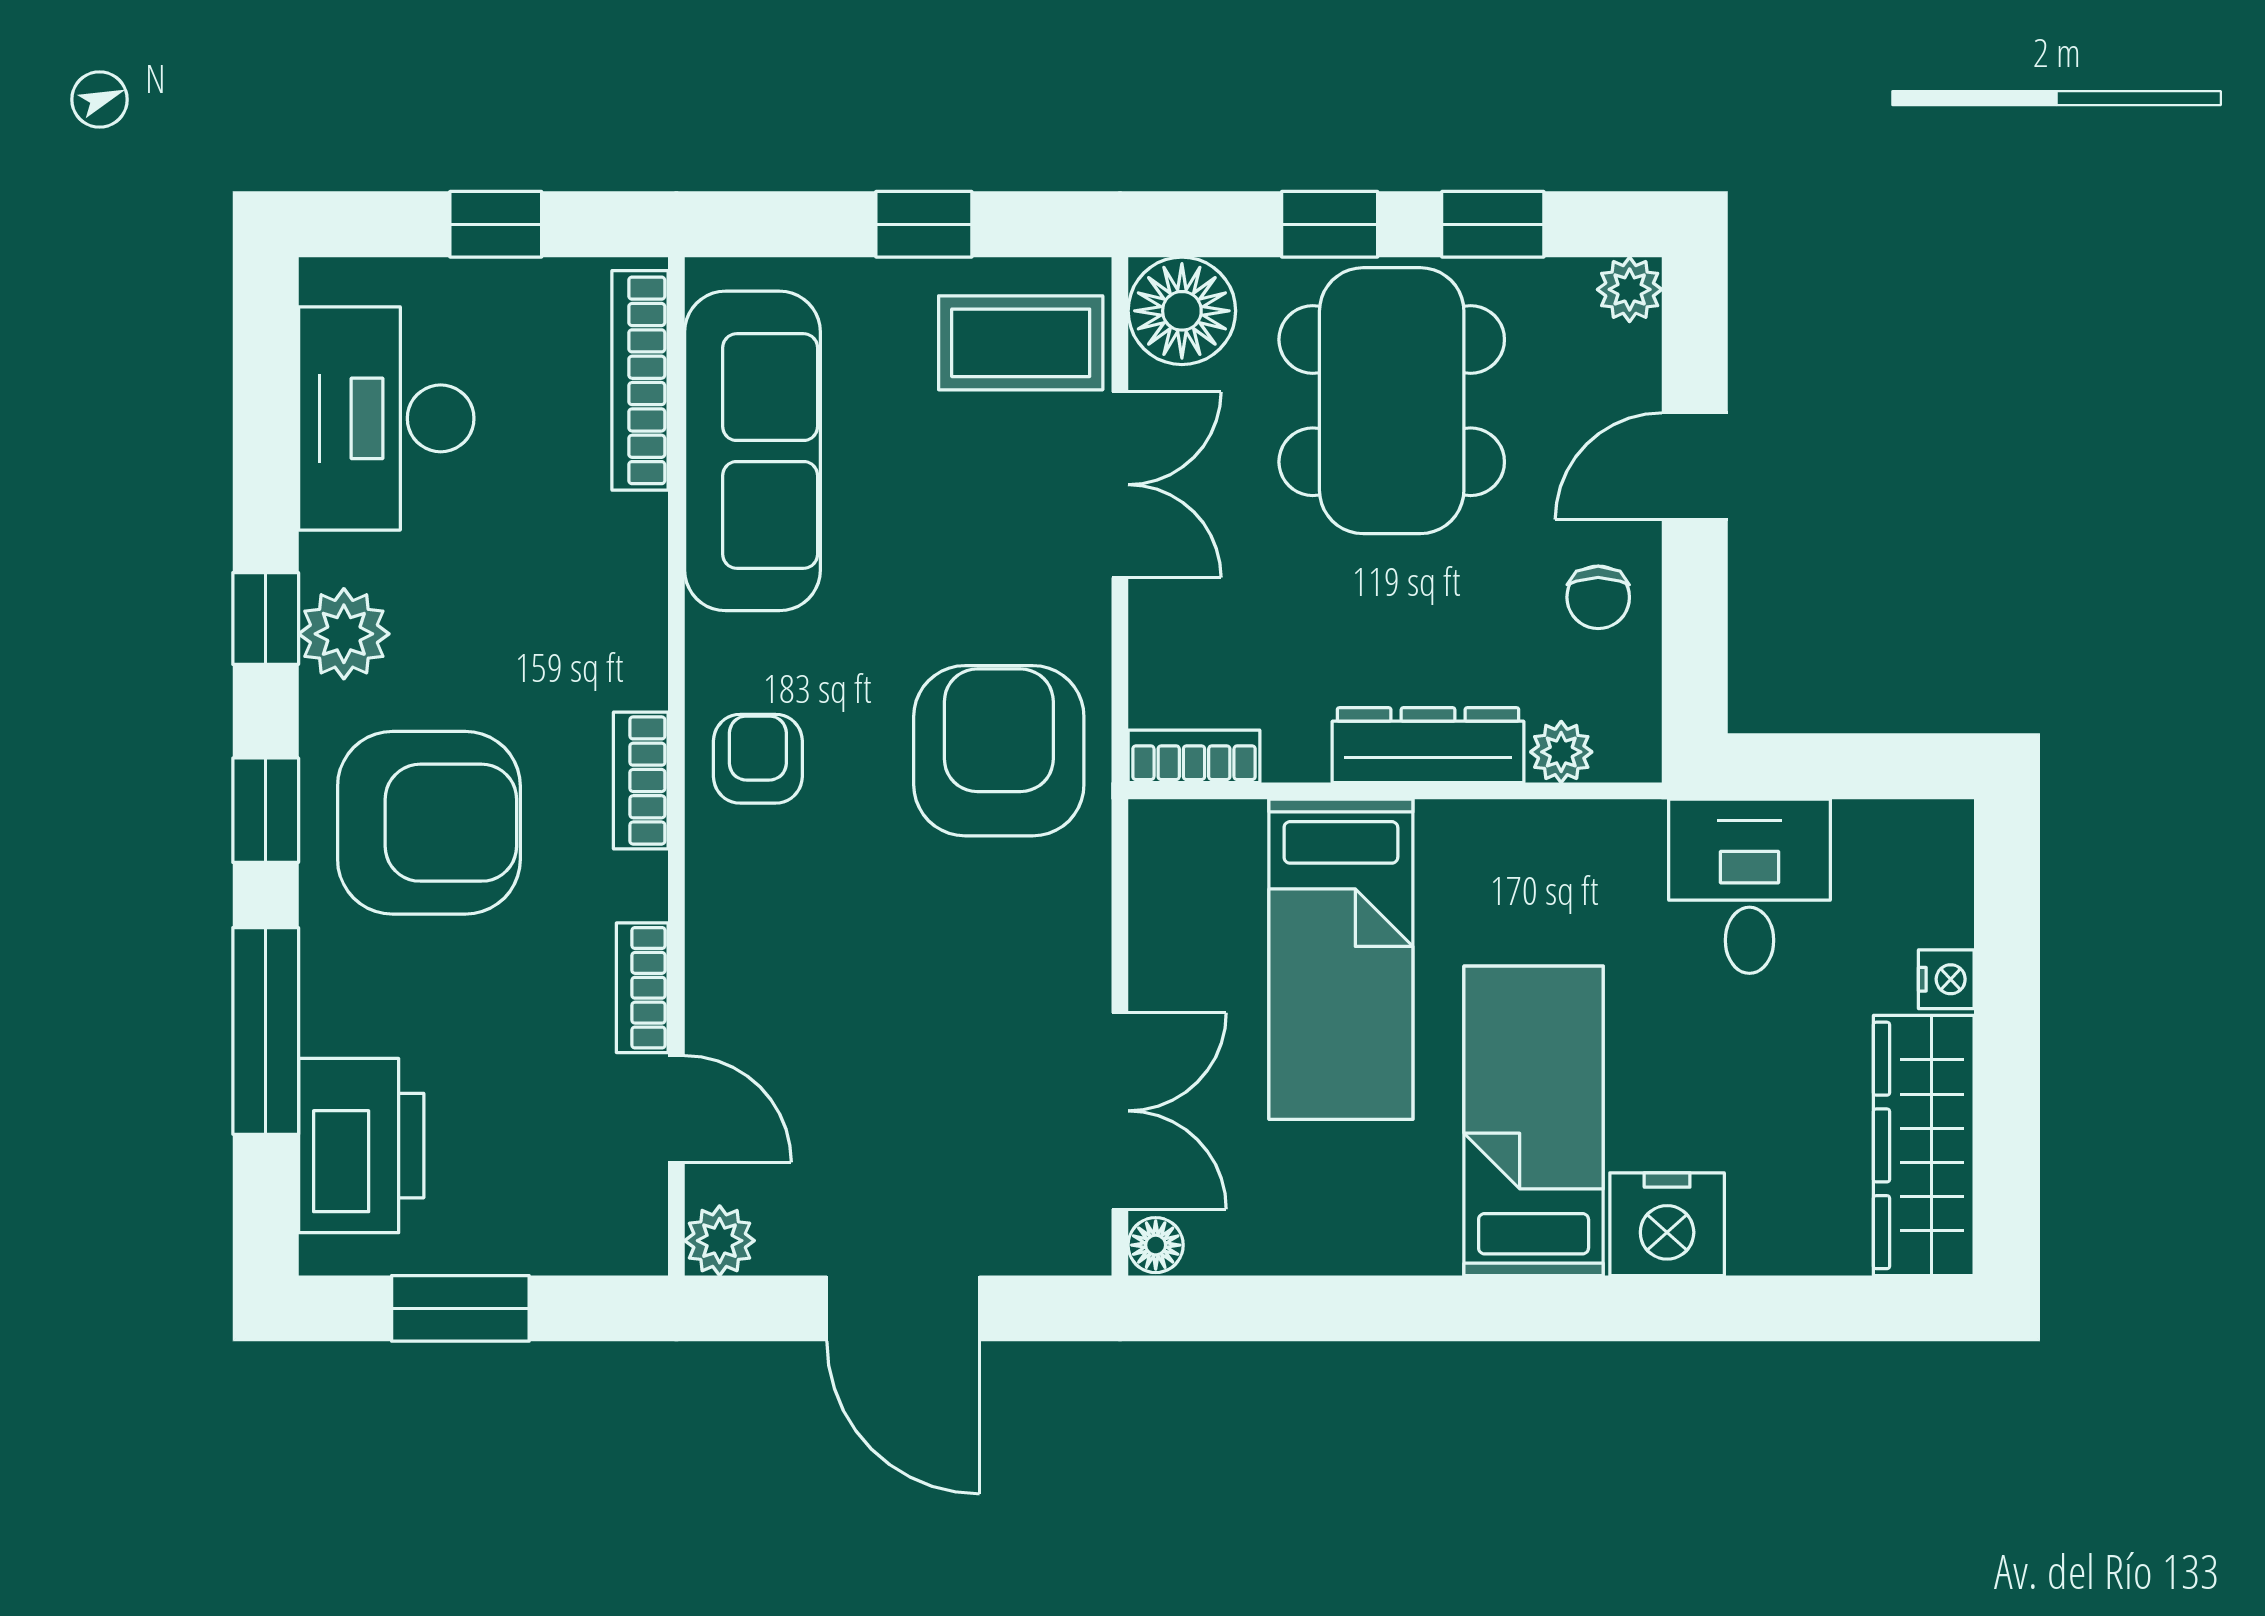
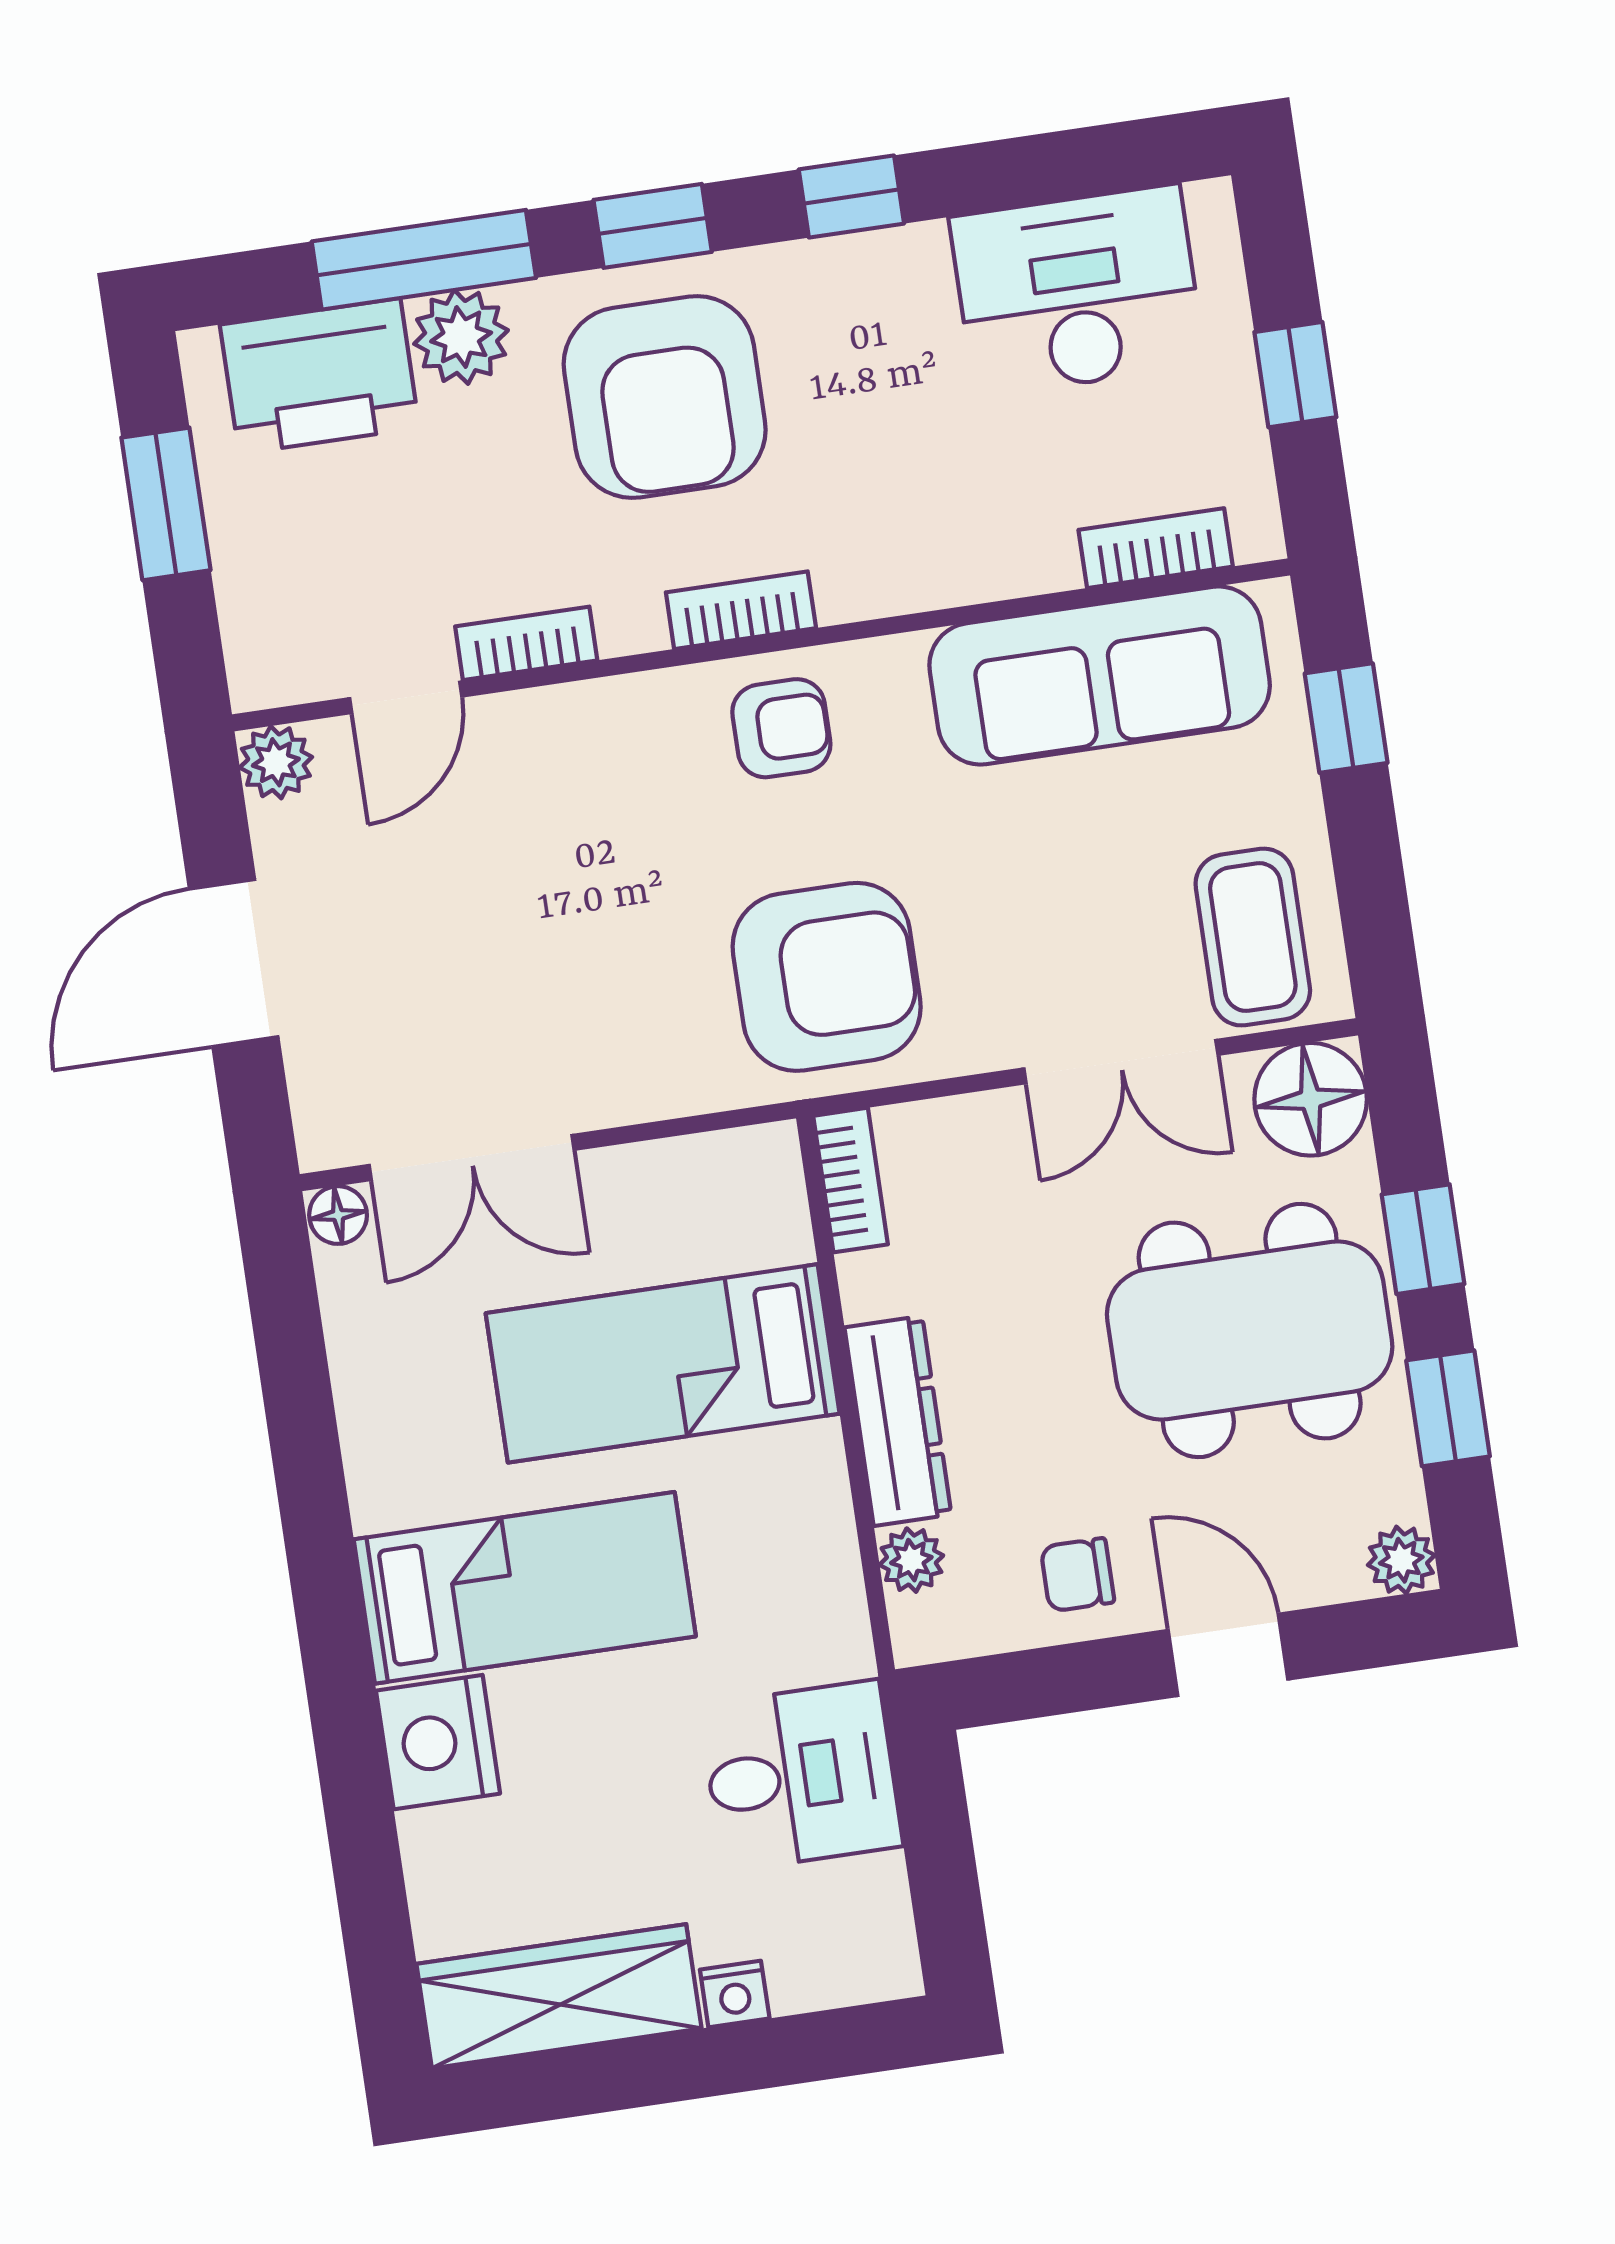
window: (924, 224) -> (1346, 718), moved
bookcase: (640, 380) -> (1156, 548), width x0.64
plant: (344, 634) -> (461, 337), moved

